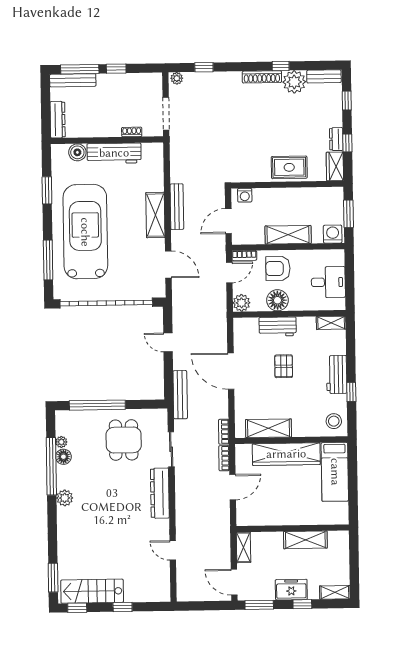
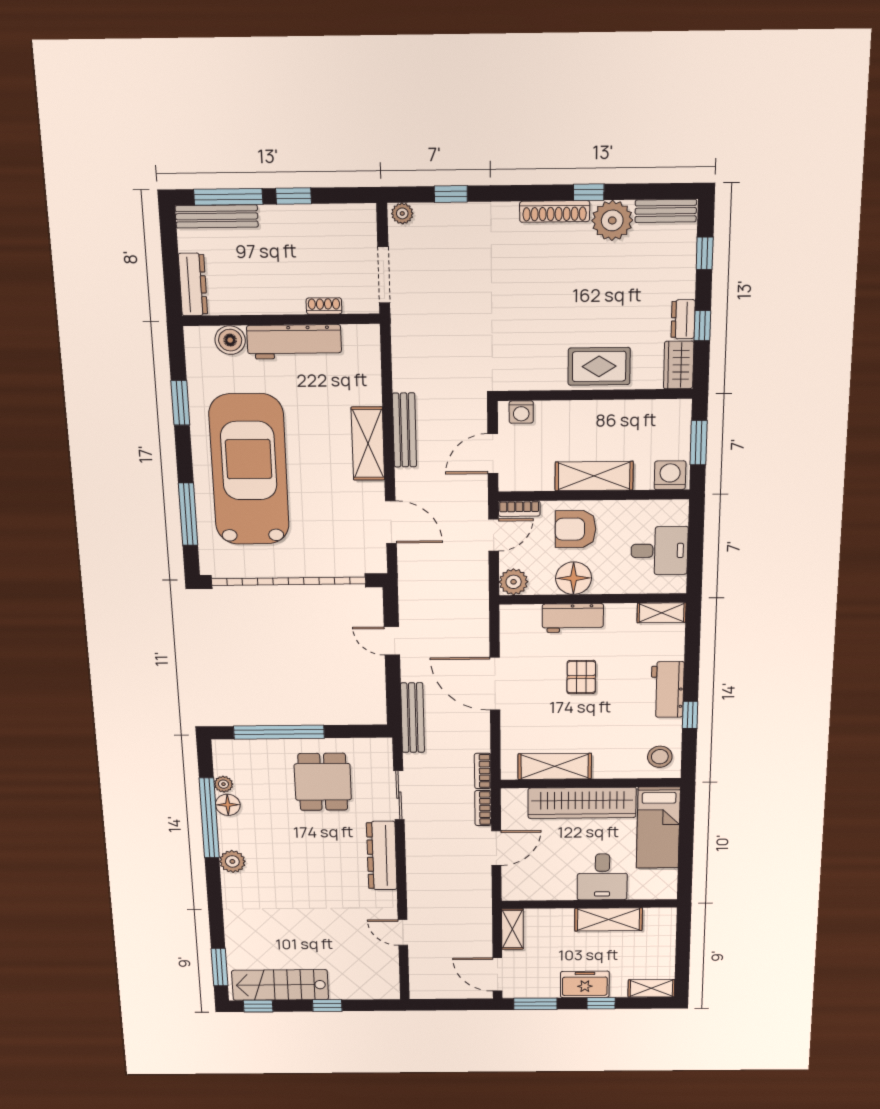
desk: (300, 508) -> (602, 877), added

